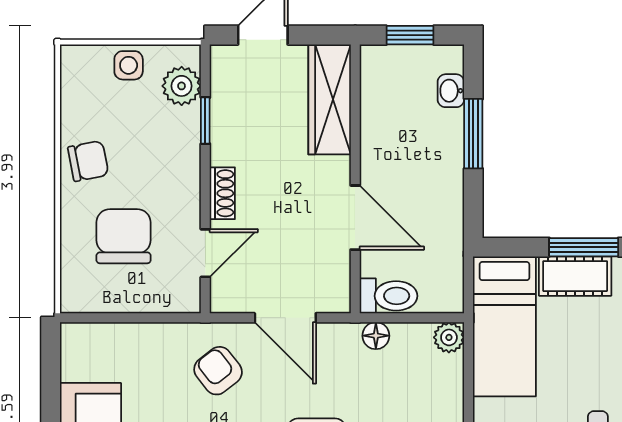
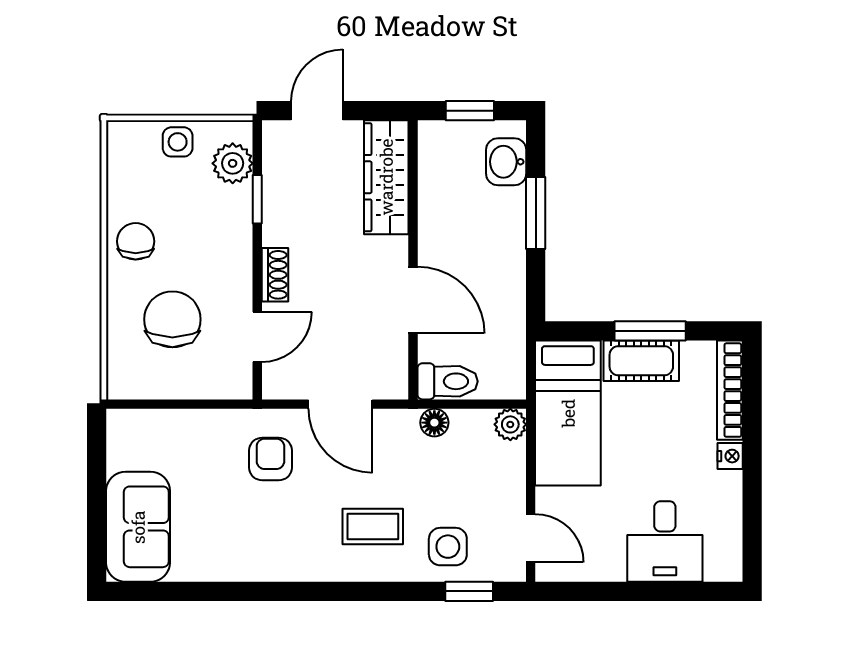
washbasin: (451, 91) -> (506, 162), width x1.38, depth x1.45
chair: (88, 161) -> (136, 241), turned -79
armchair: (218, 371) -> (270, 459), turned 38

